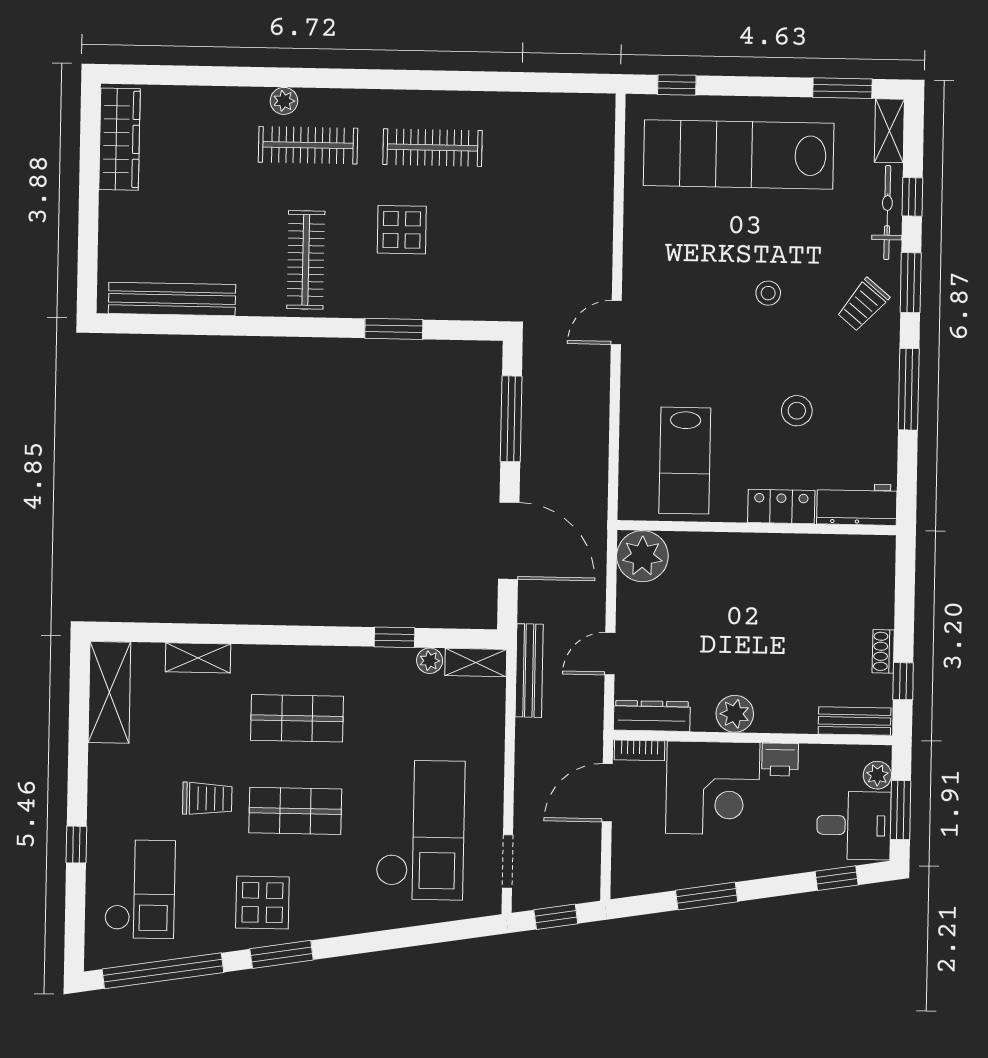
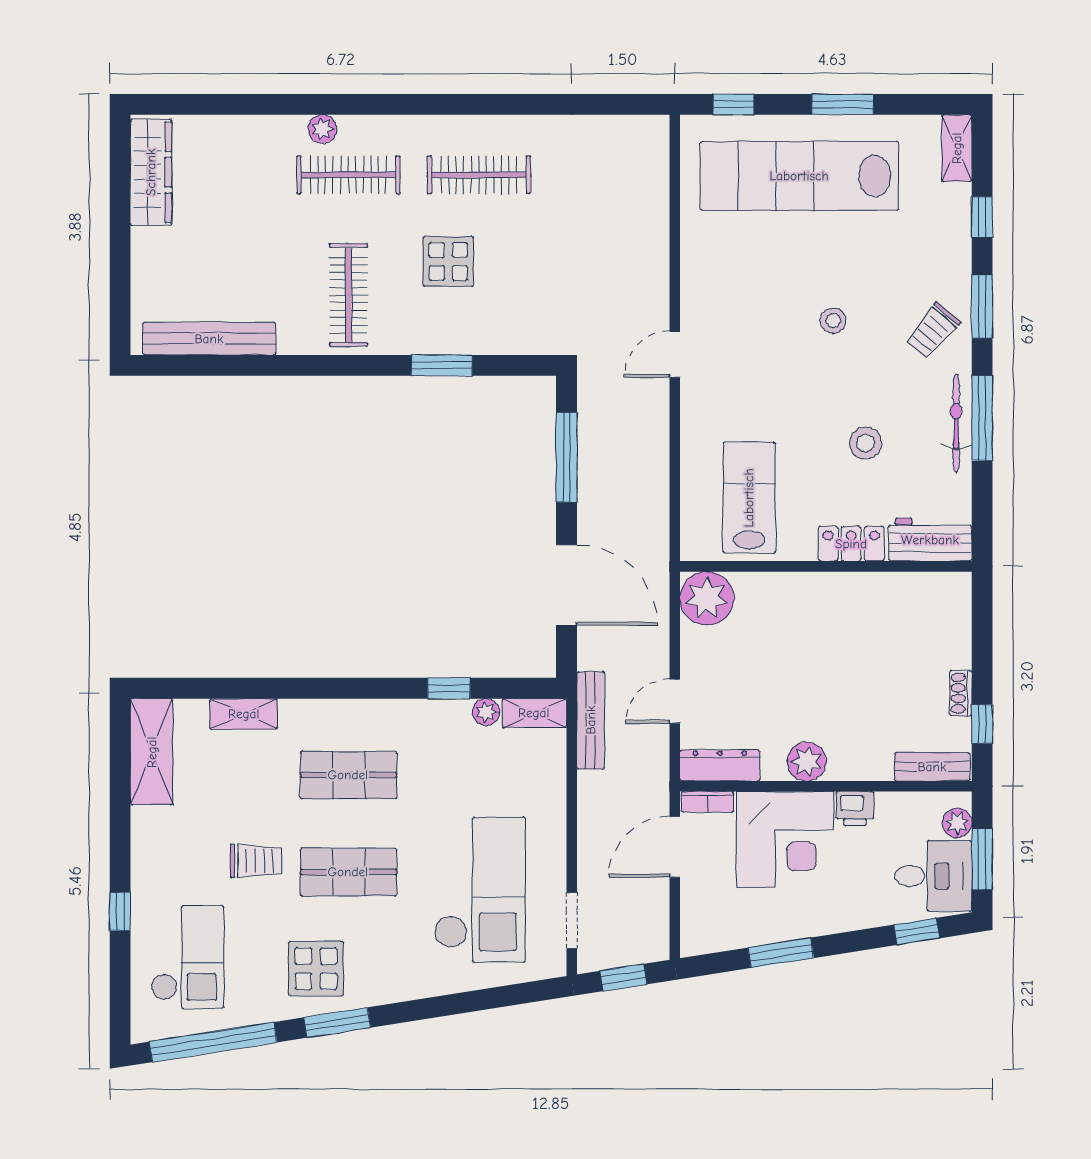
window: (842, 88) -> (843, 104), moved
bicycle: (887, 212) -> (956, 423), moved
lab bench: (685, 461) -> (749, 498), turned 180

